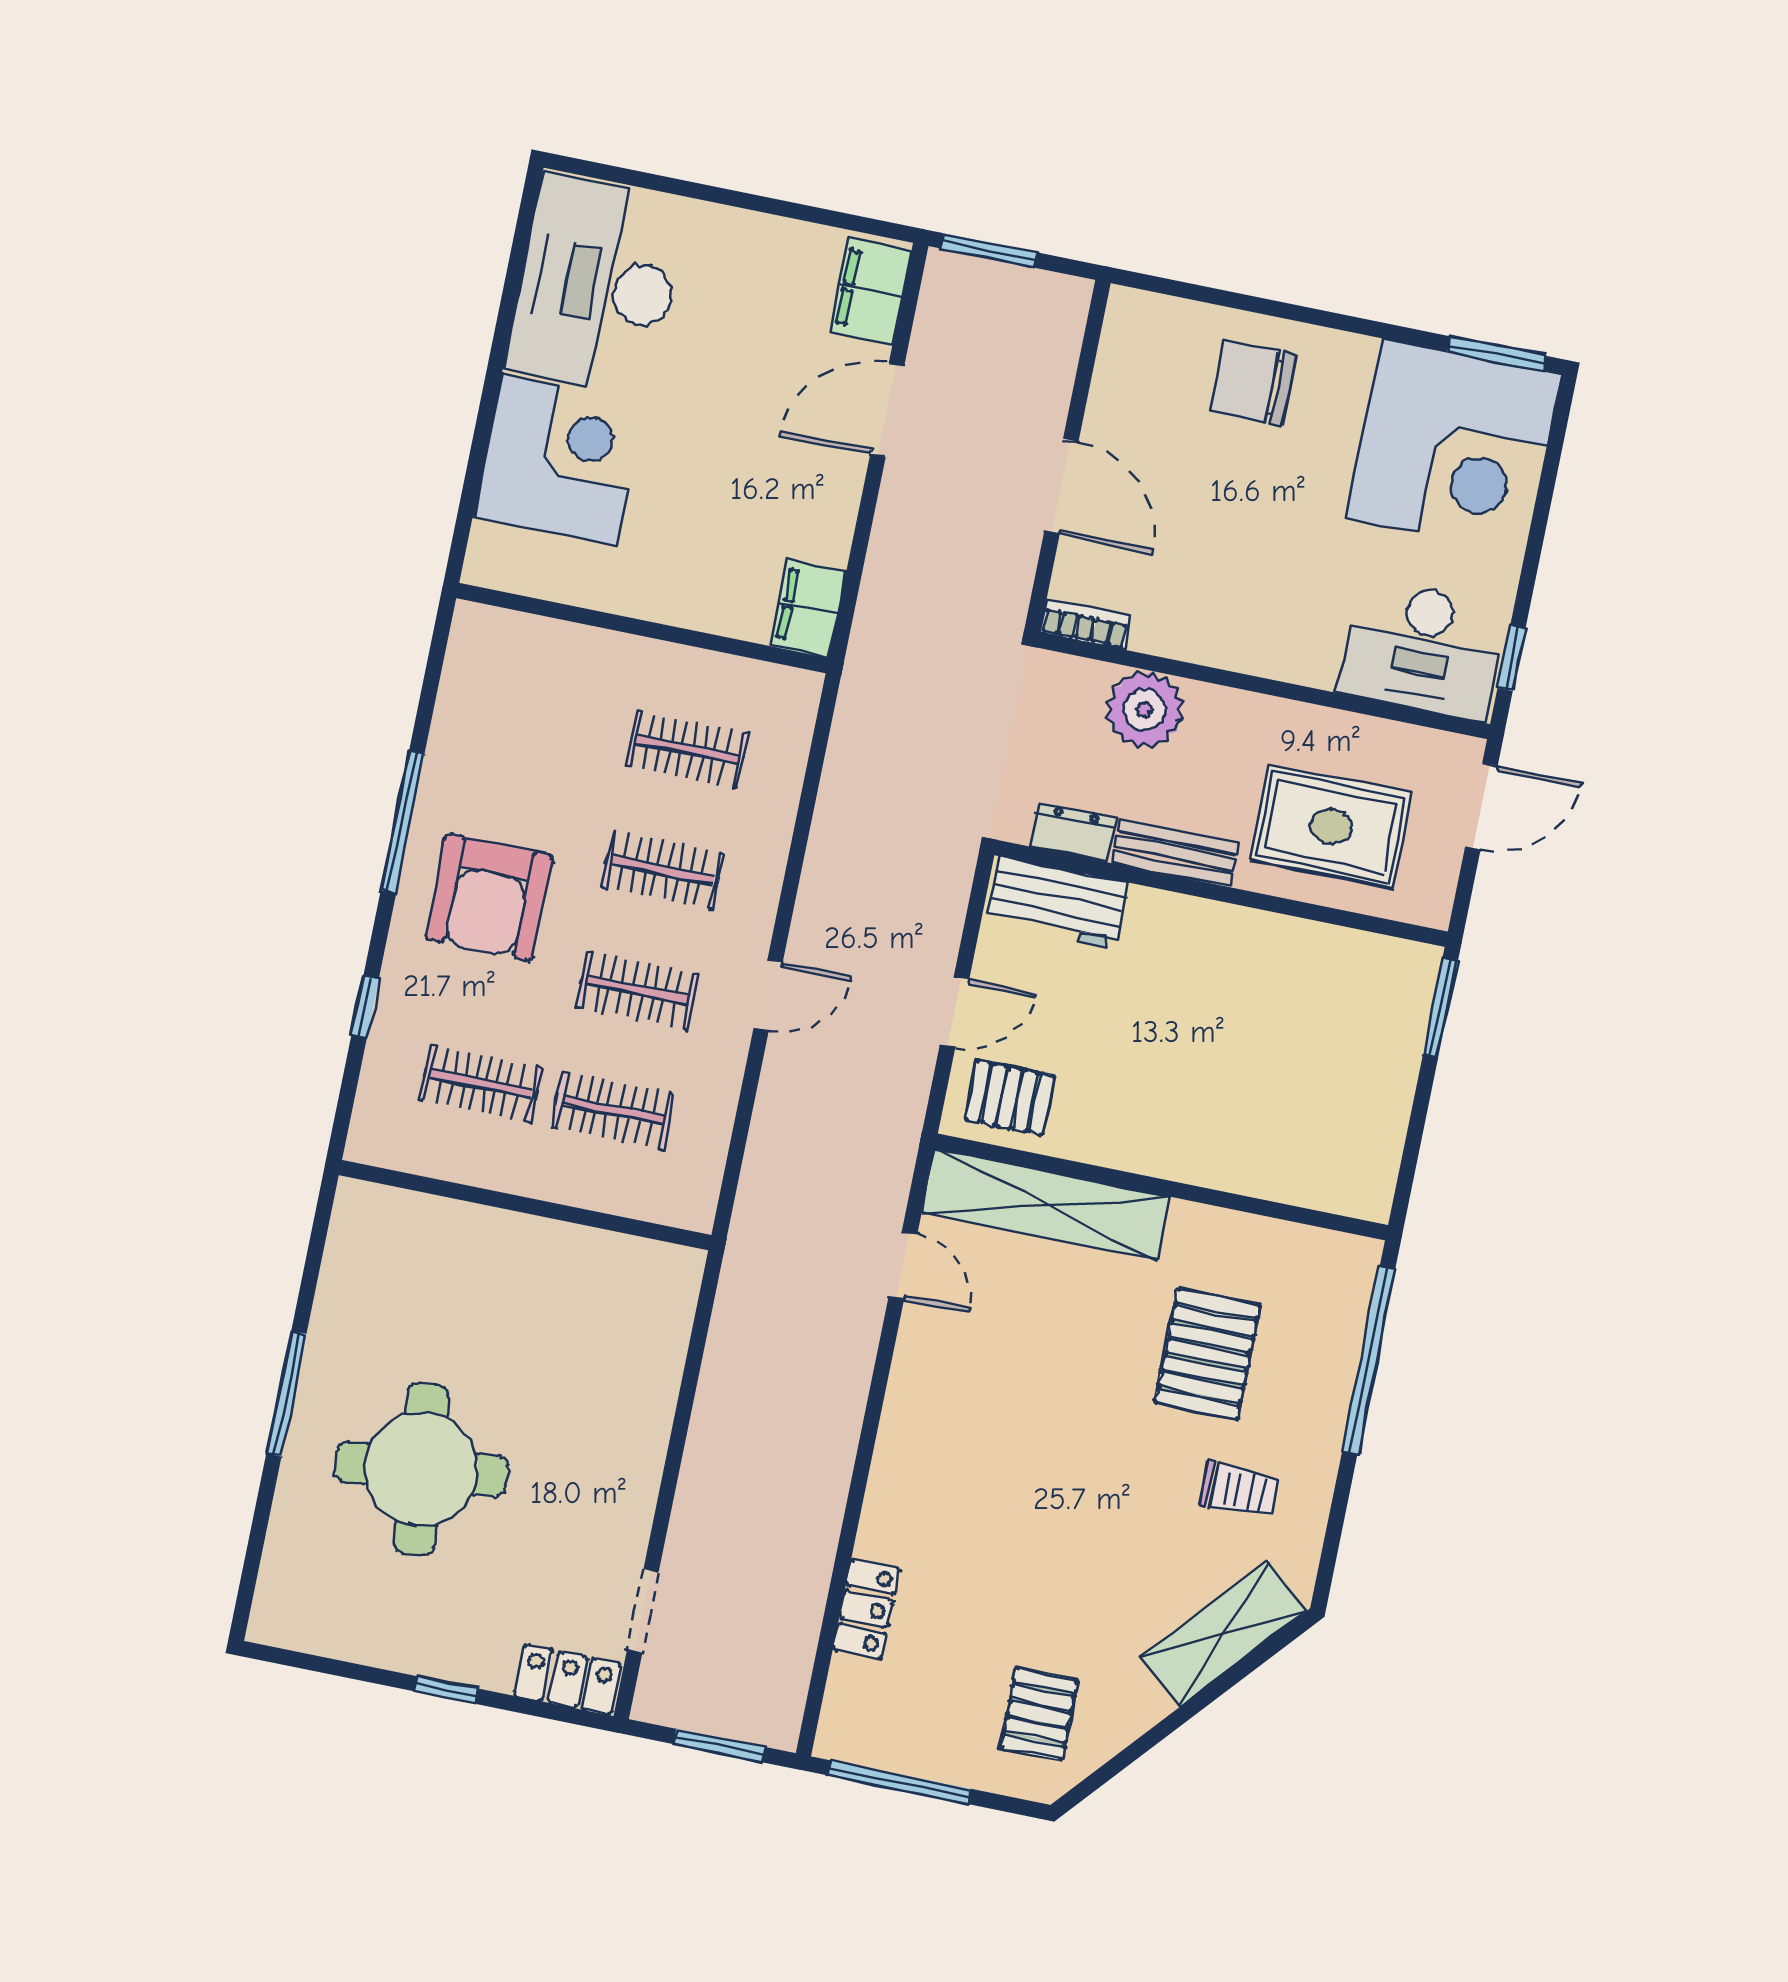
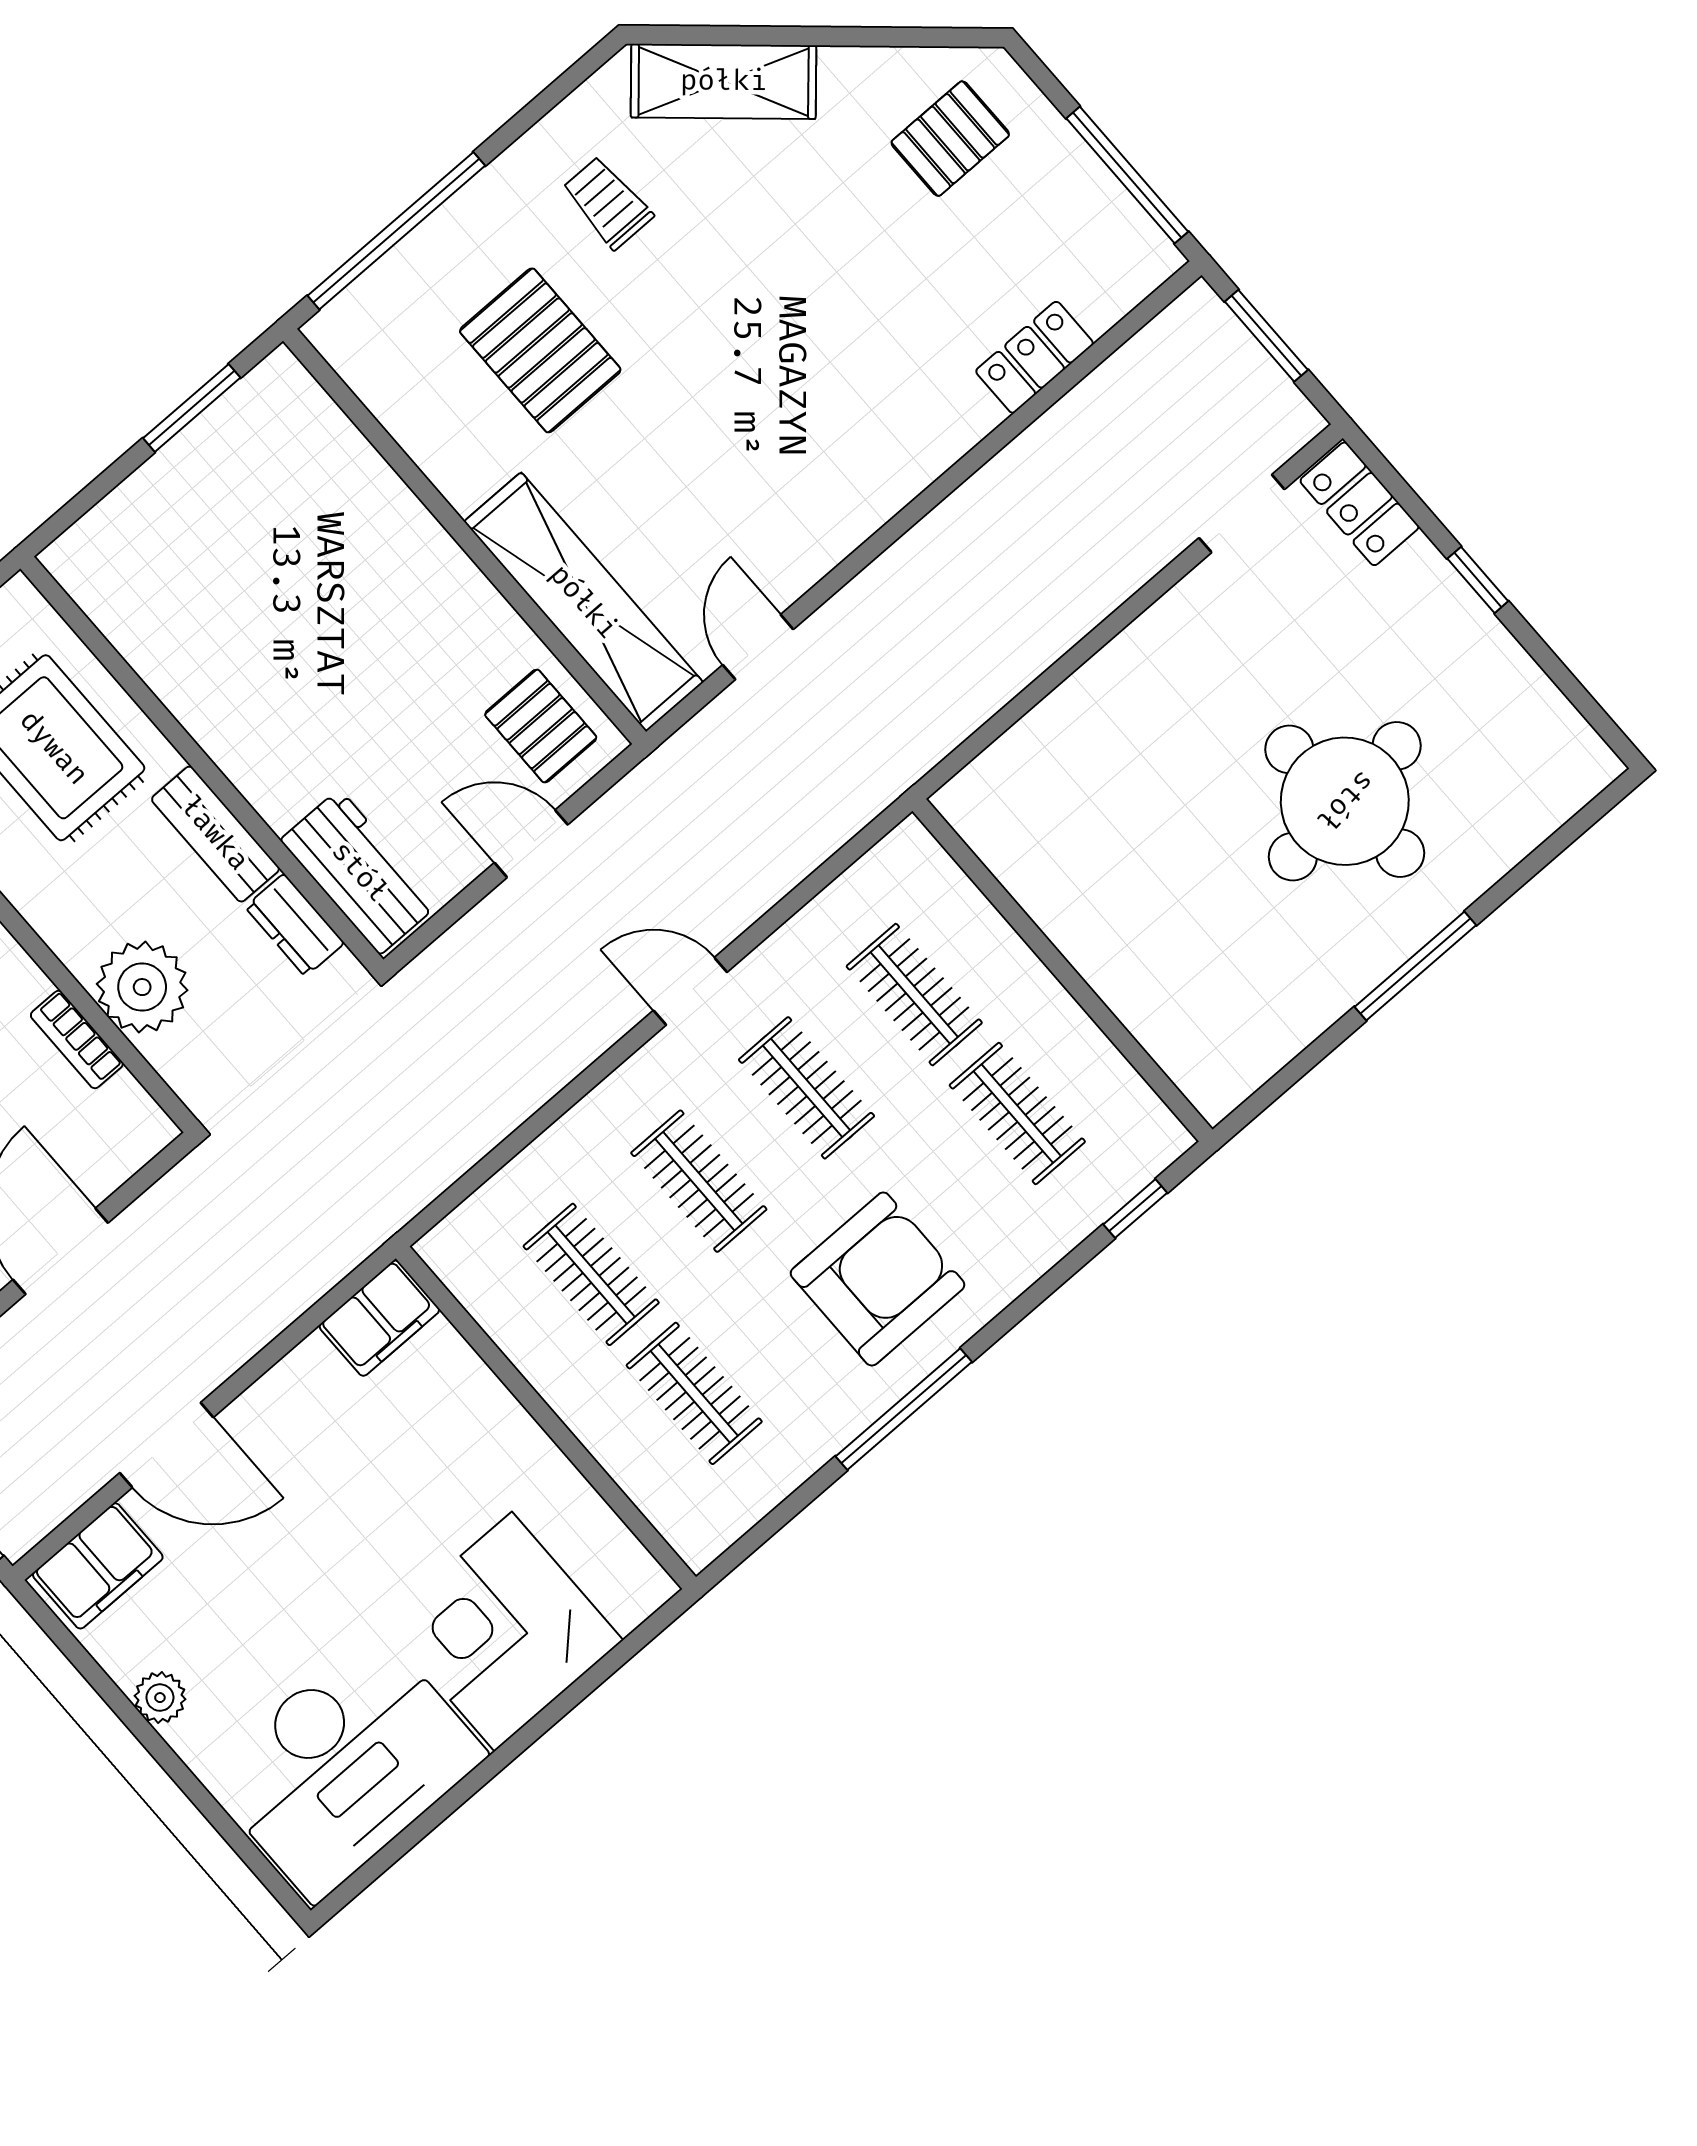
plant: (759, 234) -> (160, 1698), added
bookcase: (1085, 624) -> (77, 1040), moved
clothes rail: (554, 723) -> (694, 1393), added
window: (365, 1007) -> (1135, 1209), moved
window: (1440, 1008) -> (192, 408), moved
pallet: (1208, 1354) -> (540, 350), turned 90

